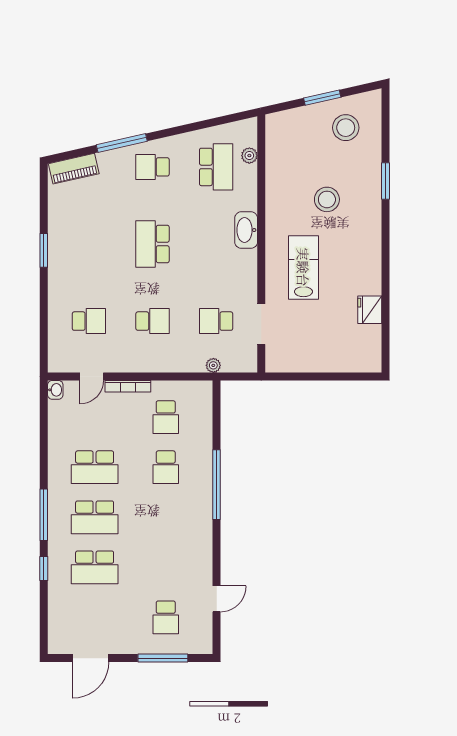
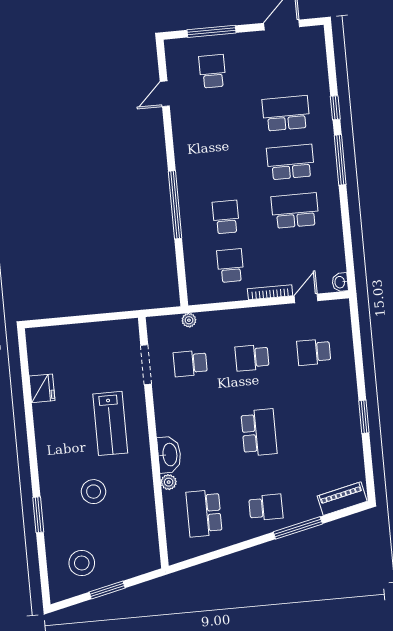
plant: (249, 156) -> (169, 482), moved
school desk: (216, 321) -> (190, 363), turned 180

